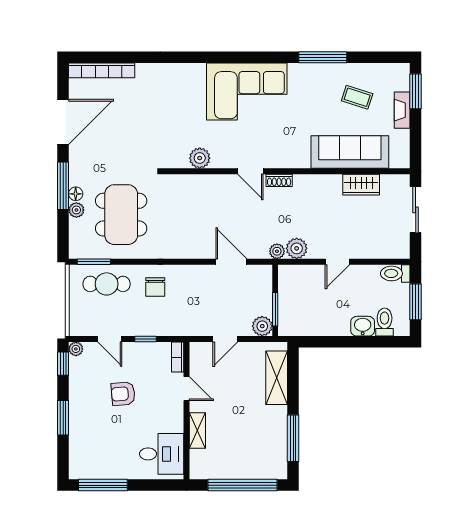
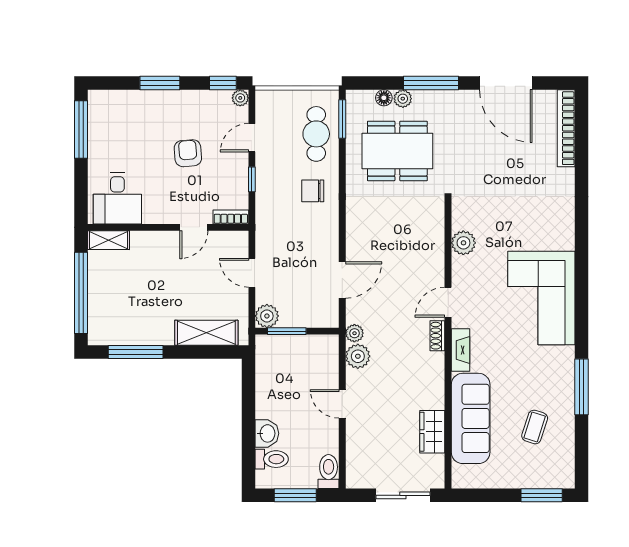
fireplace: (402, 110) -> (460, 350), moved, turned 90
floor lamp: (76, 194) -> (384, 98), moved
shelving: (197, 431) -> (108, 240), moved

